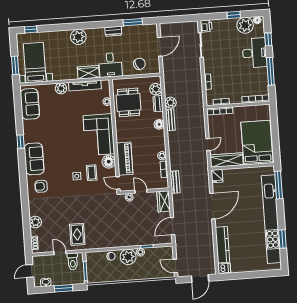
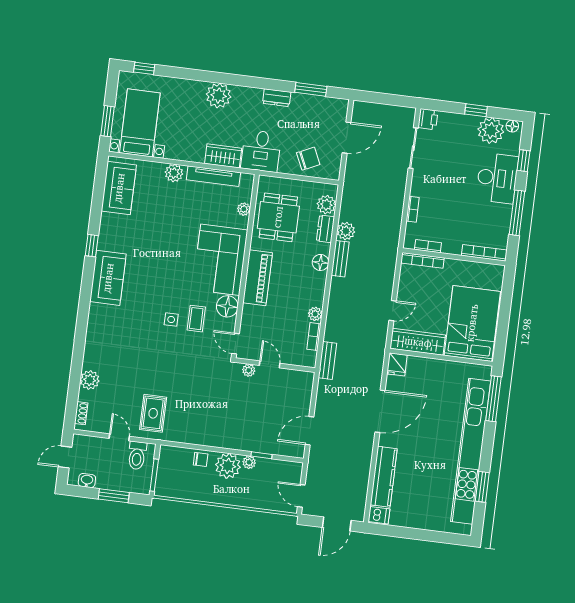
piano: (125, 159) -> (258, 278), moved
armchair: (41, 186) -> (110, 324), removed
wardrobe: (164, 201) -> (303, 388), removed

